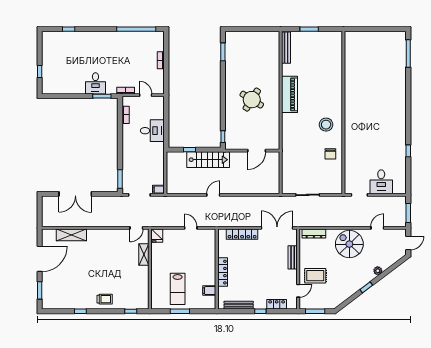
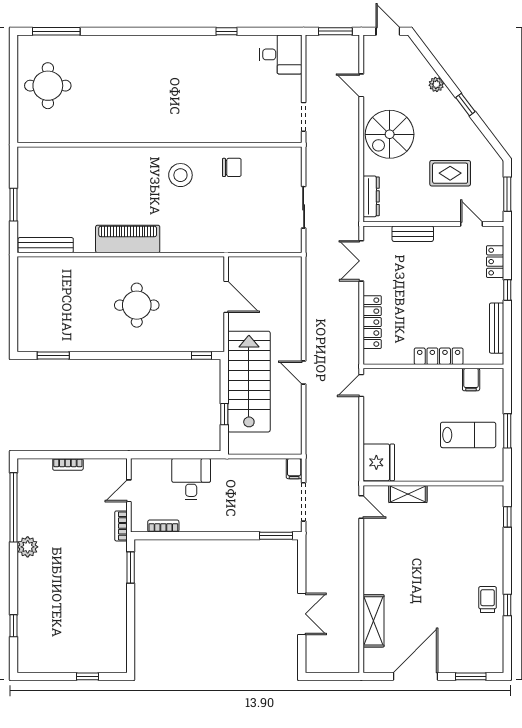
plant: (114, 37) -> (28, 547), added
round table: (377, 49) -> (48, 86), added
desk: (95, 83) -> (108, 579), removed
round table: (252, 100) -> (137, 305), turned -32
stairs: (208, 160) -> (249, 382), width x1.36, depth x1.51
desk: (381, 182) -> (281, 54), moved
double door: (75, 194) -> (302, 614), width x0.73
door: (191, 228) -> (361, 386), moved
double door: (277, 228) -> (361, 261), width x0.73
fridge: (157, 236) -> (379, 462), width x1.88, depth x1.34
door: (40, 259) -> (416, 676), hinge flipped
rug: (315, 276) -> (450, 173), moved, turned 90
trolley: (105, 299) -> (488, 600), moved

